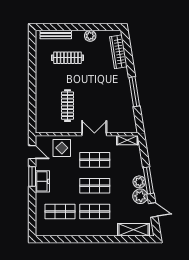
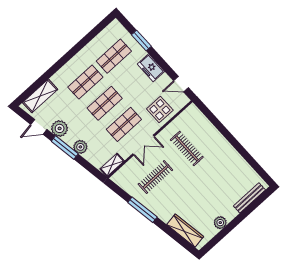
clothes rail: (67, 58) -> (155, 177), moved
window: (32, 177) -> (141, 40), moved
plant: (139, 182) -> (80, 147), moved

